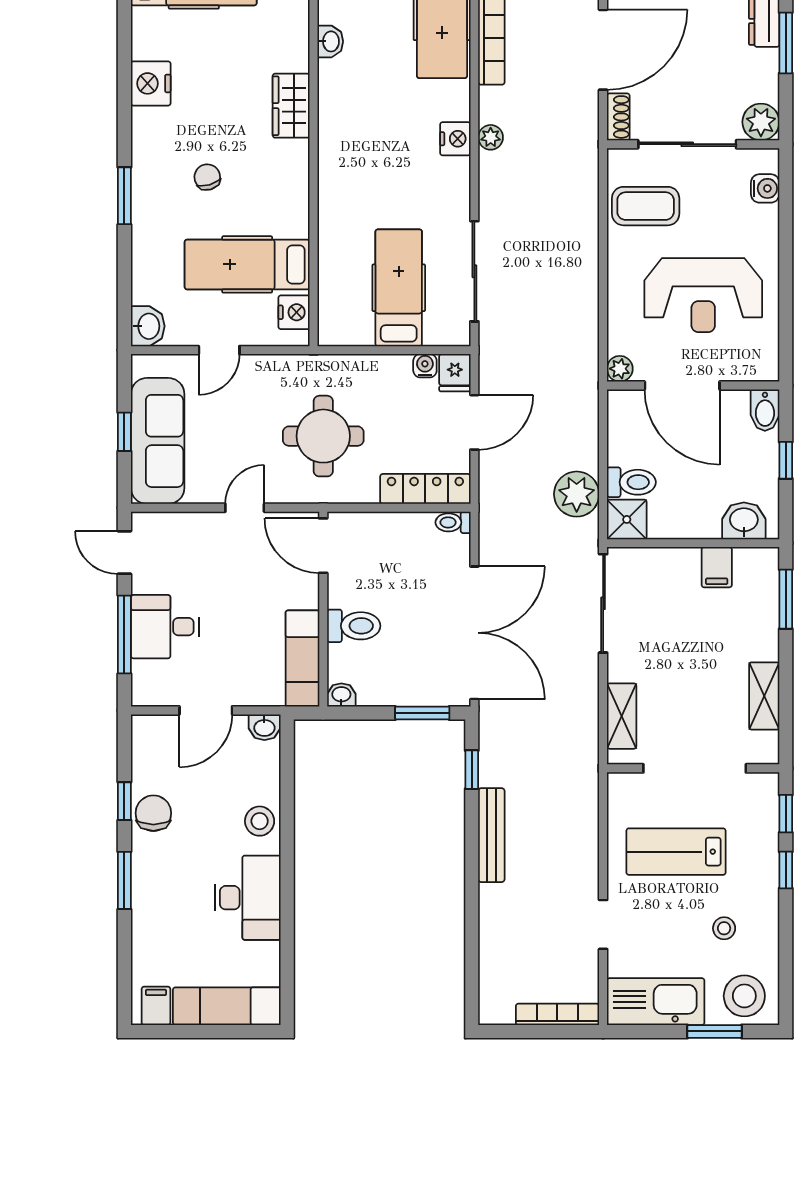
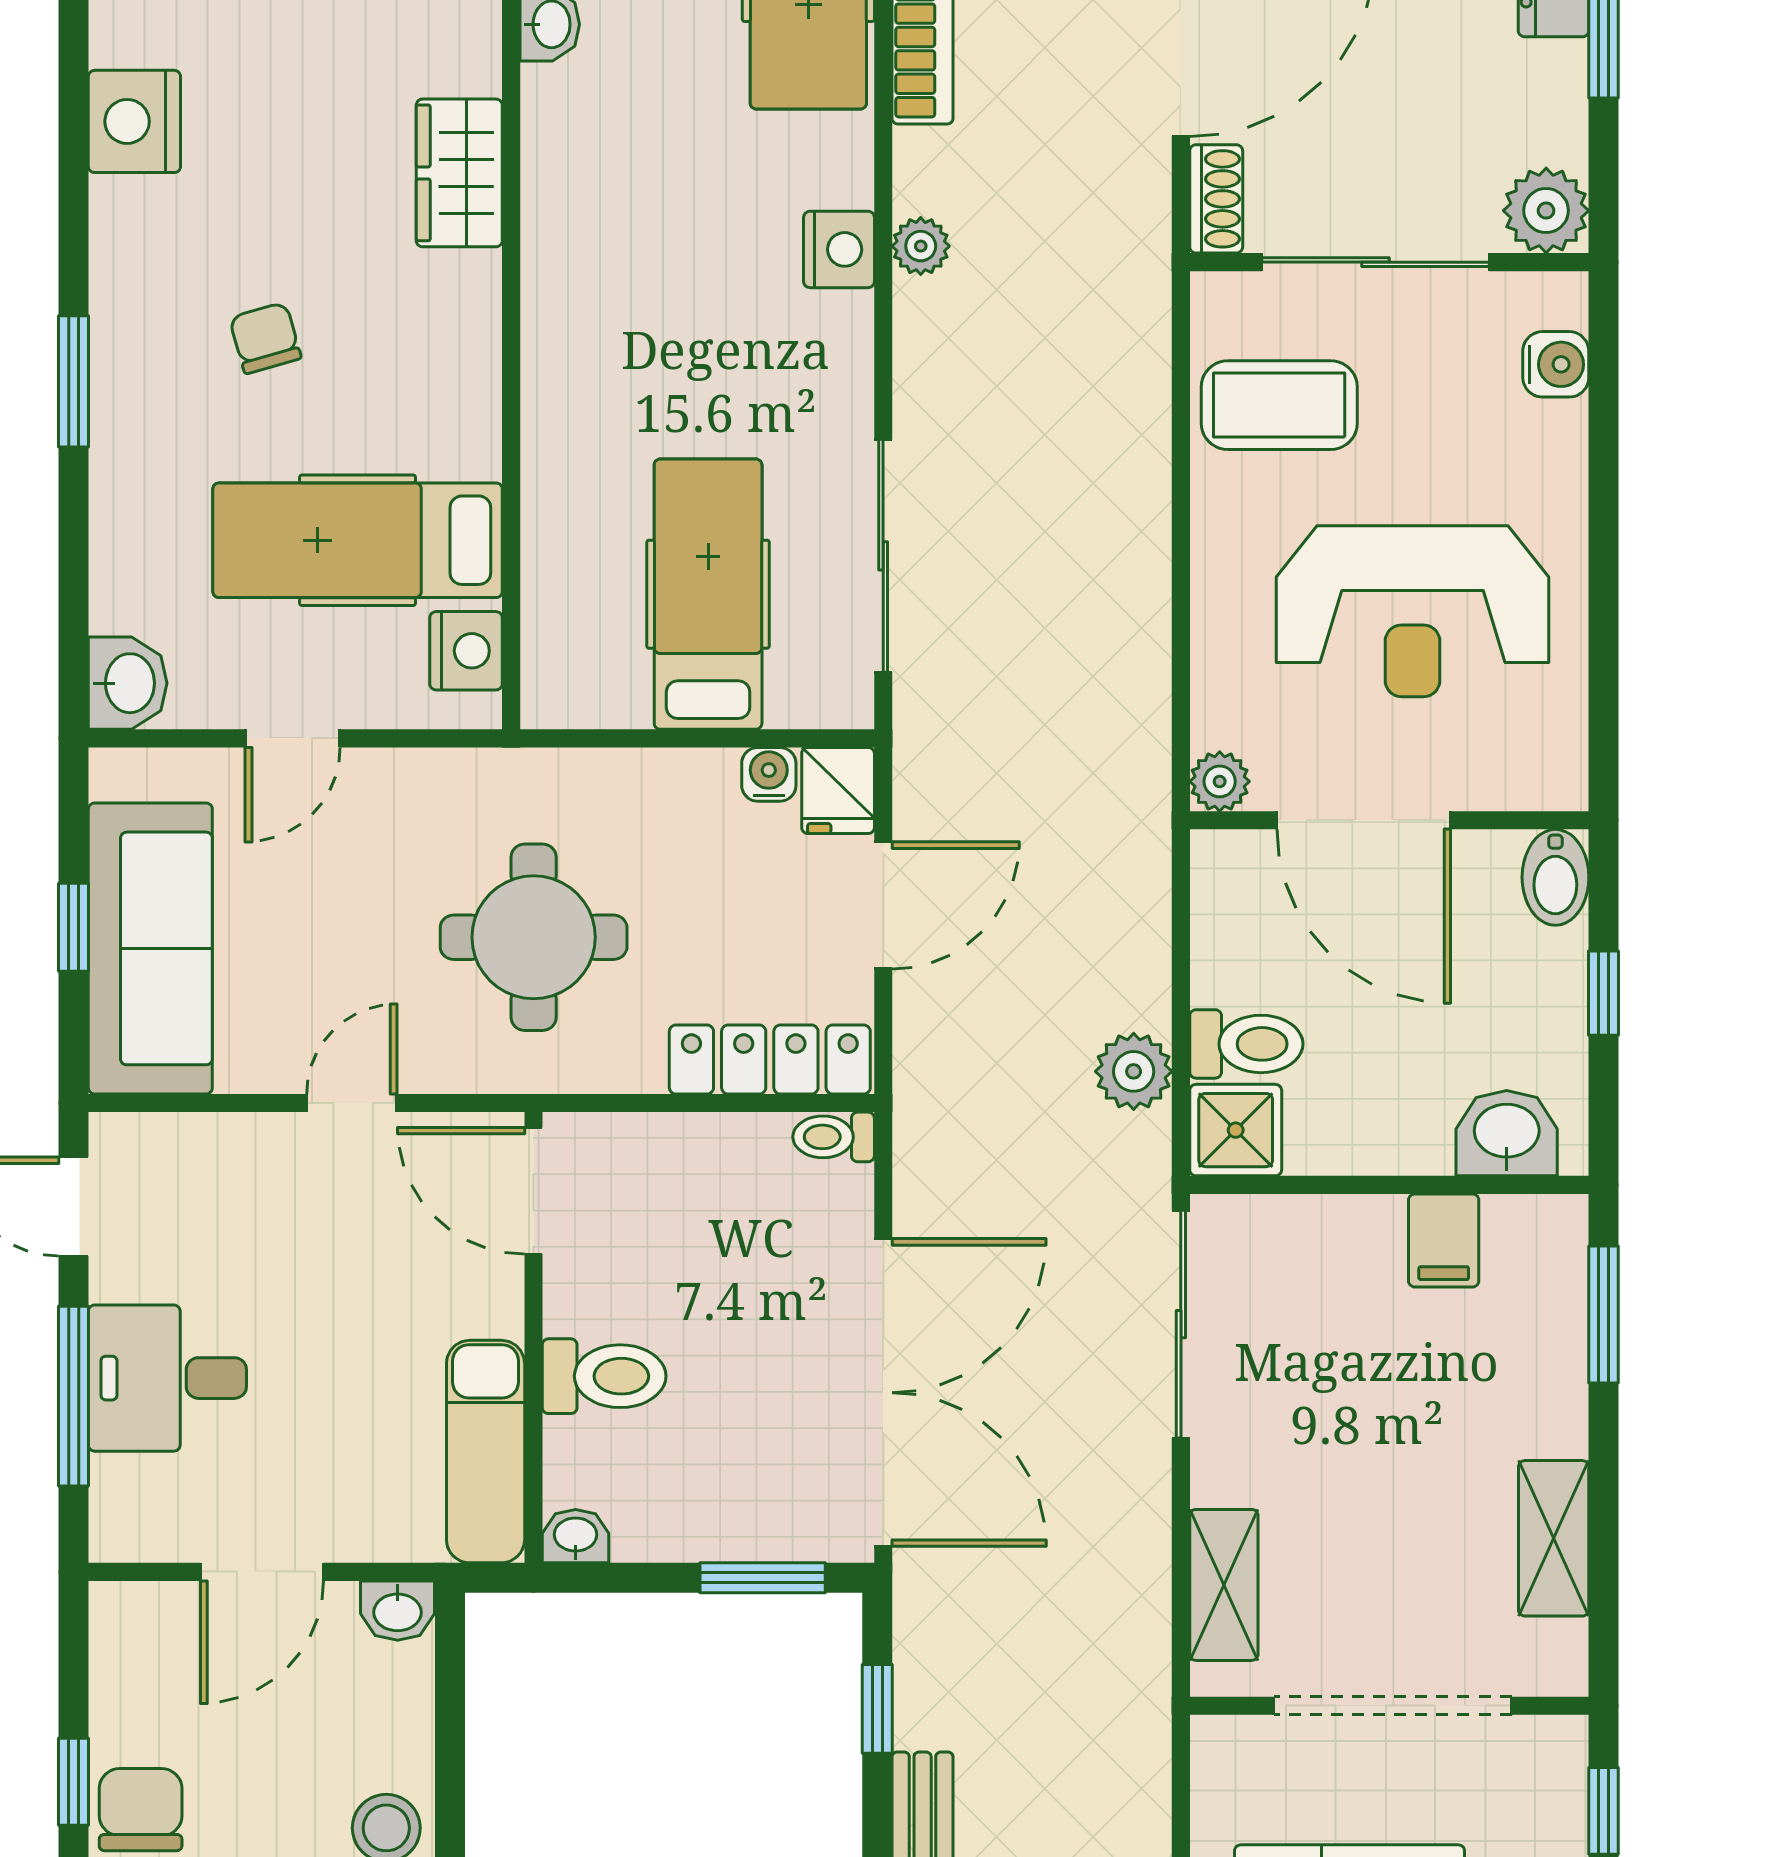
plant: (577, 494) -> (1134, 1071), width x0.73, depth x0.73

